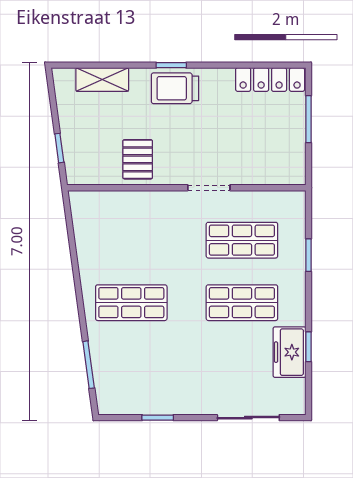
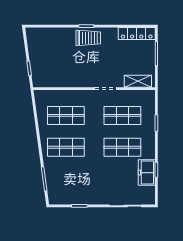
shelving: (102, 80) -> (138, 81), moved
trolley: (175, 88) -> (88, 38), turned 180
pallet: (138, 159) -> (69, 74), removed
shop shelf: (131, 240) -> (66, 115), added

